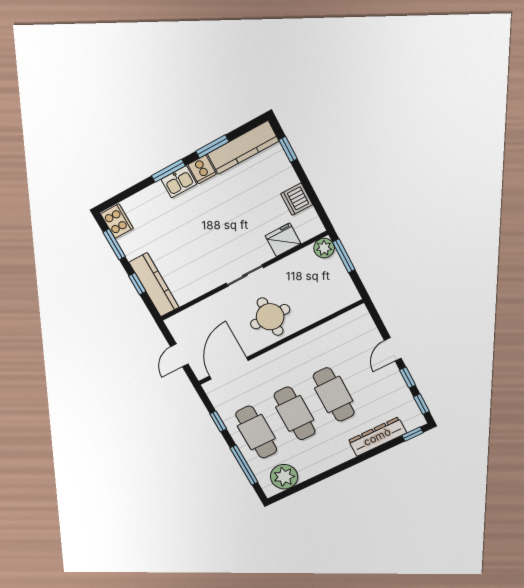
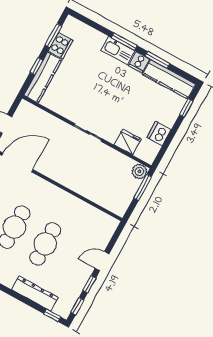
kitchen sink: (179, 182) -> (118, 50), width x1.38
cooker: (117, 221) -> (61, 46), moved
round table: (270, 317) -> (71, 167), removed

